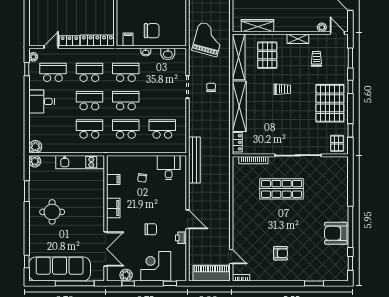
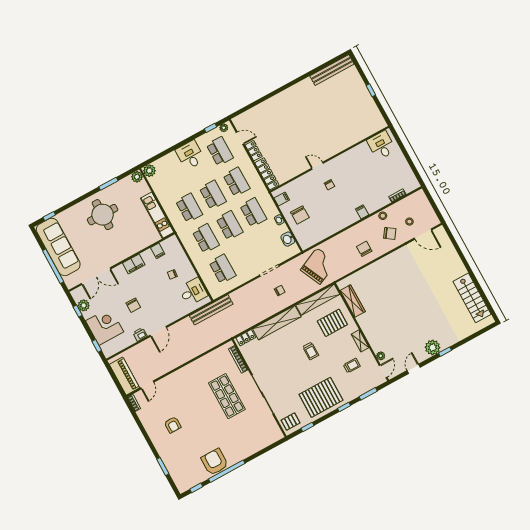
grand piano: (208, 39) -> (318, 266), turned -40
round table: (52, 212) -> (103, 215), width x1.36, depth x1.36

